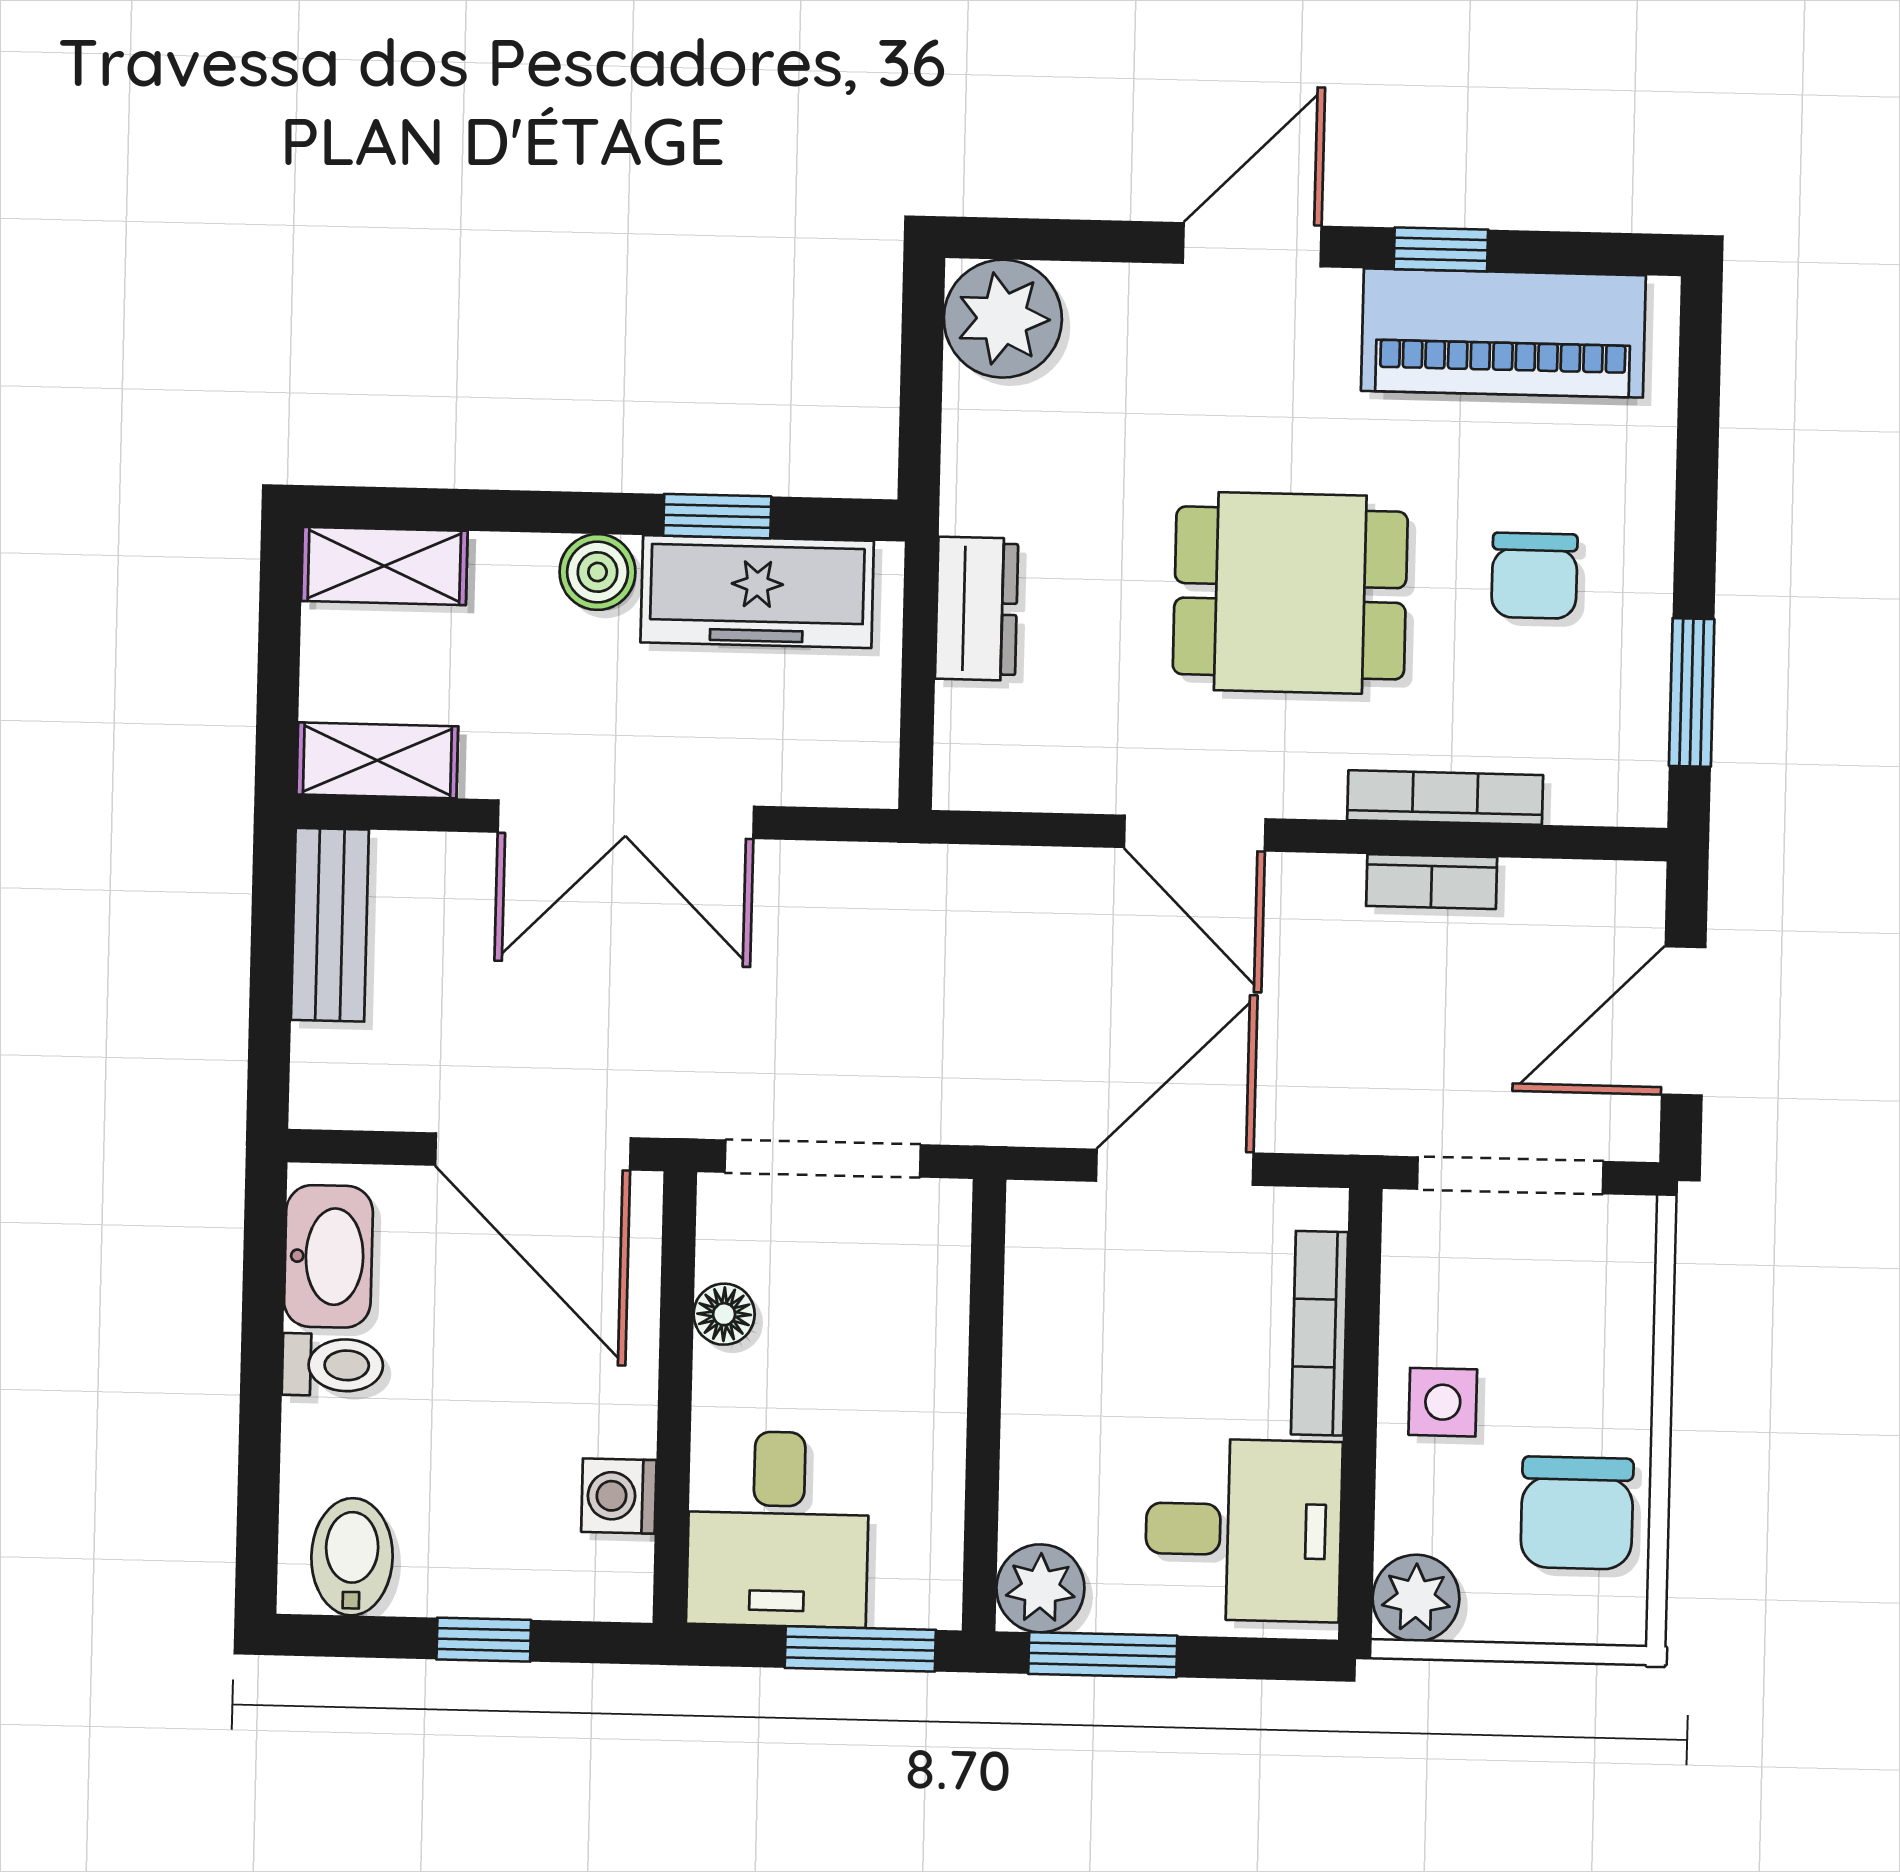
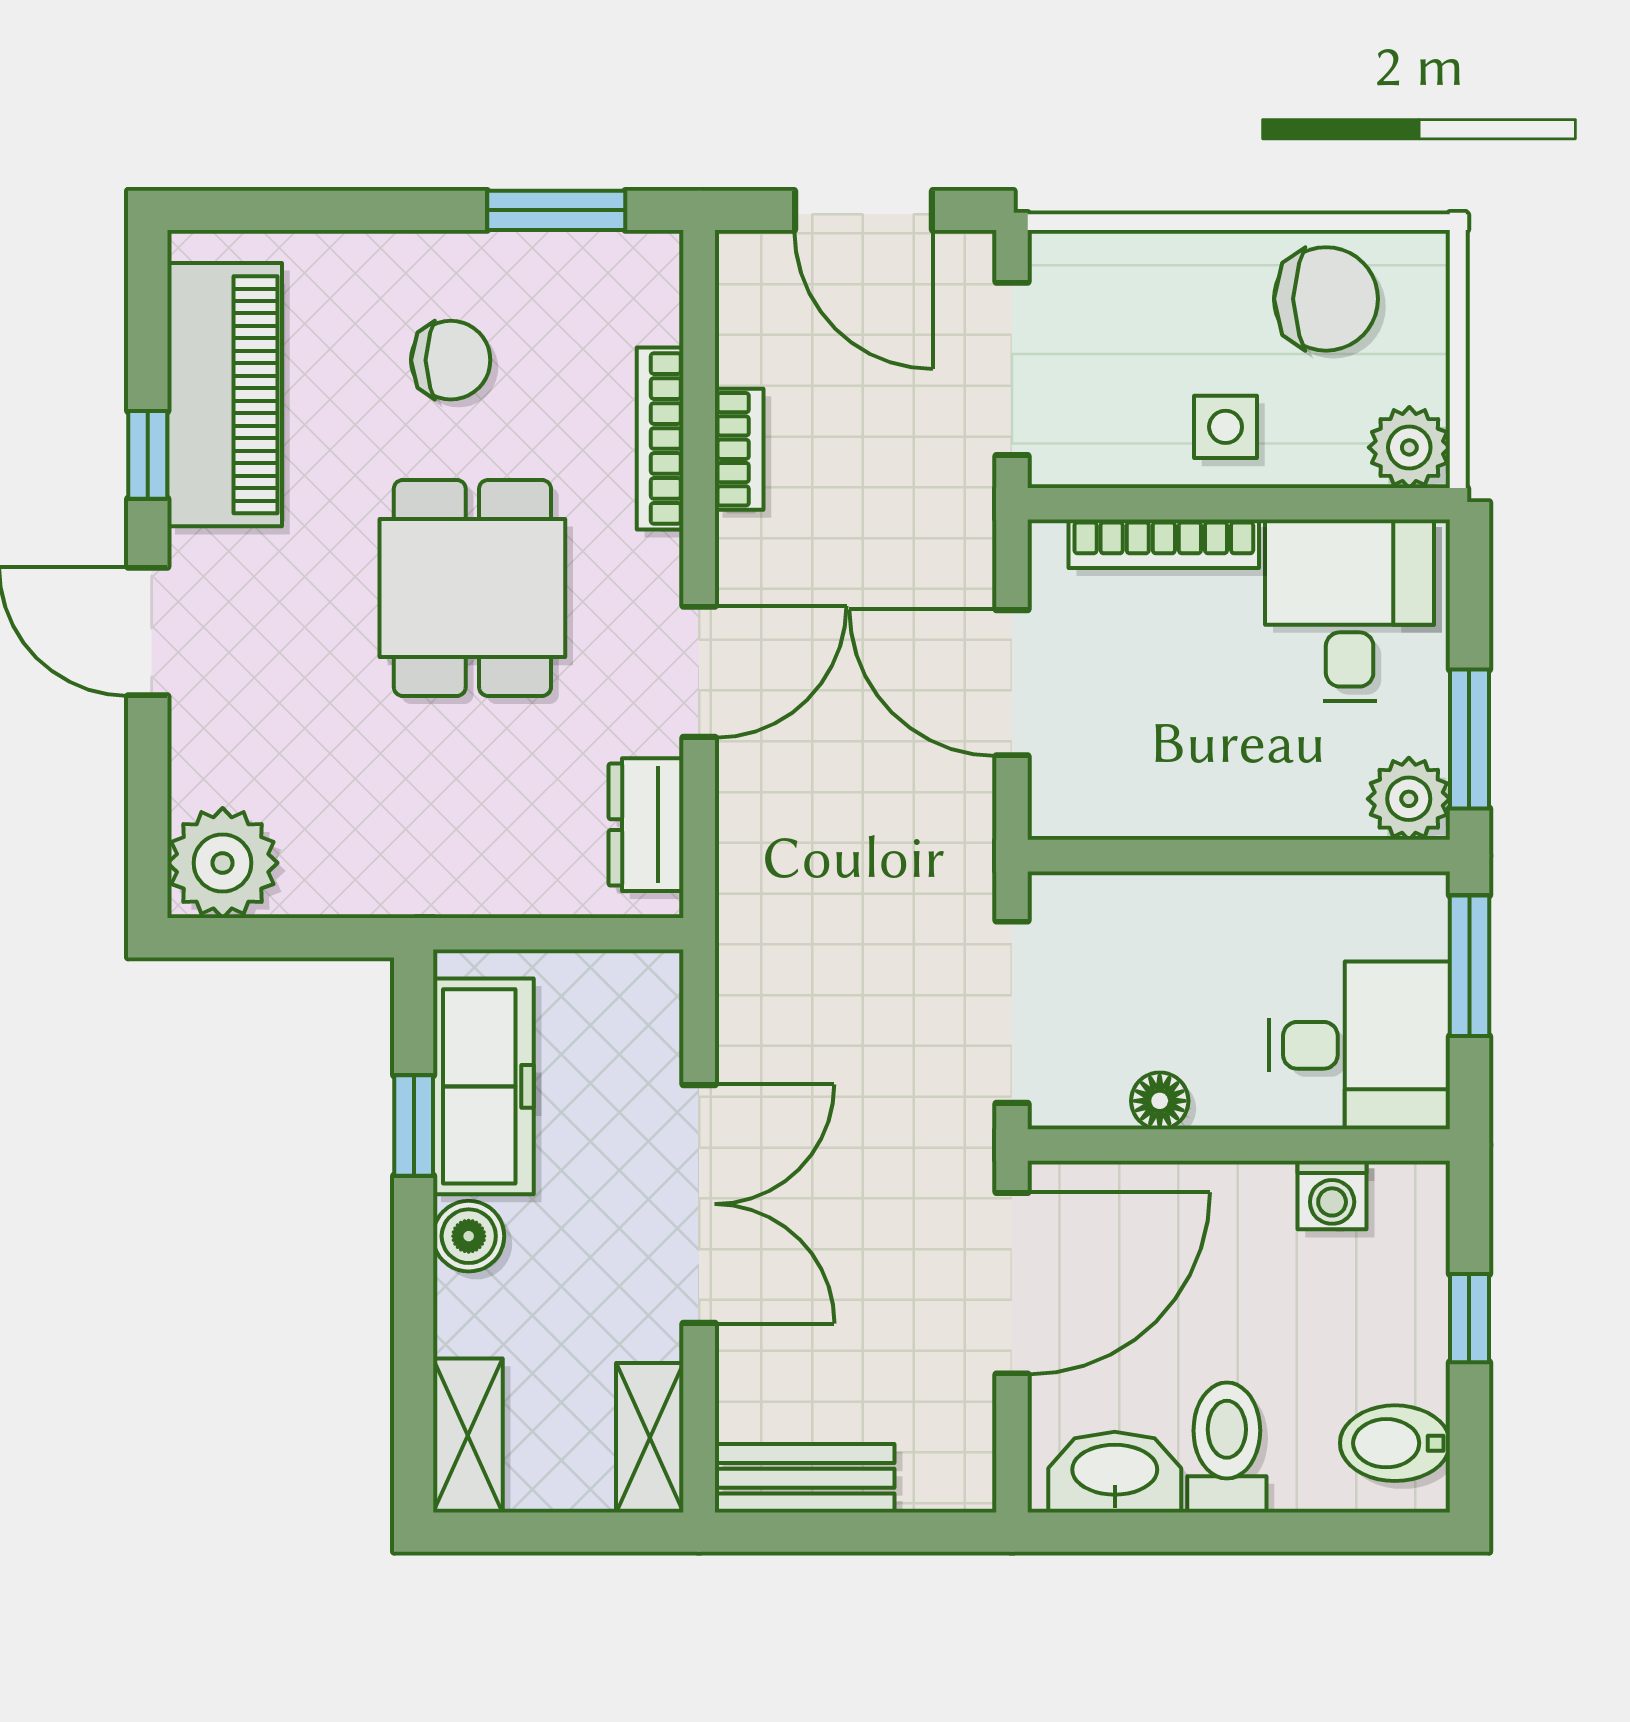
dresser: (977, 609) -> (646, 825), moved, turned -90
toilet: (333, 1365) -> (1227, 1447), width x1.37, depth x1.39

